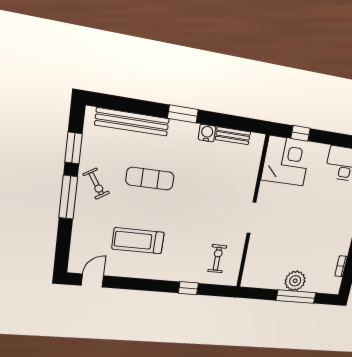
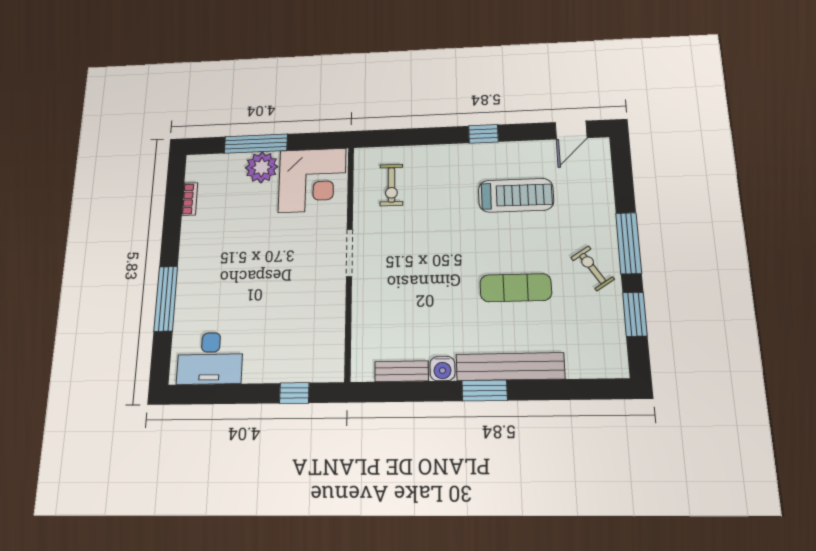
bench: (132, 122) -> (510, 367), moved
corner desk: (286, 161) -> (312, 180), moved, turned -90
window: (188, 288) -> (483, 134), moved

